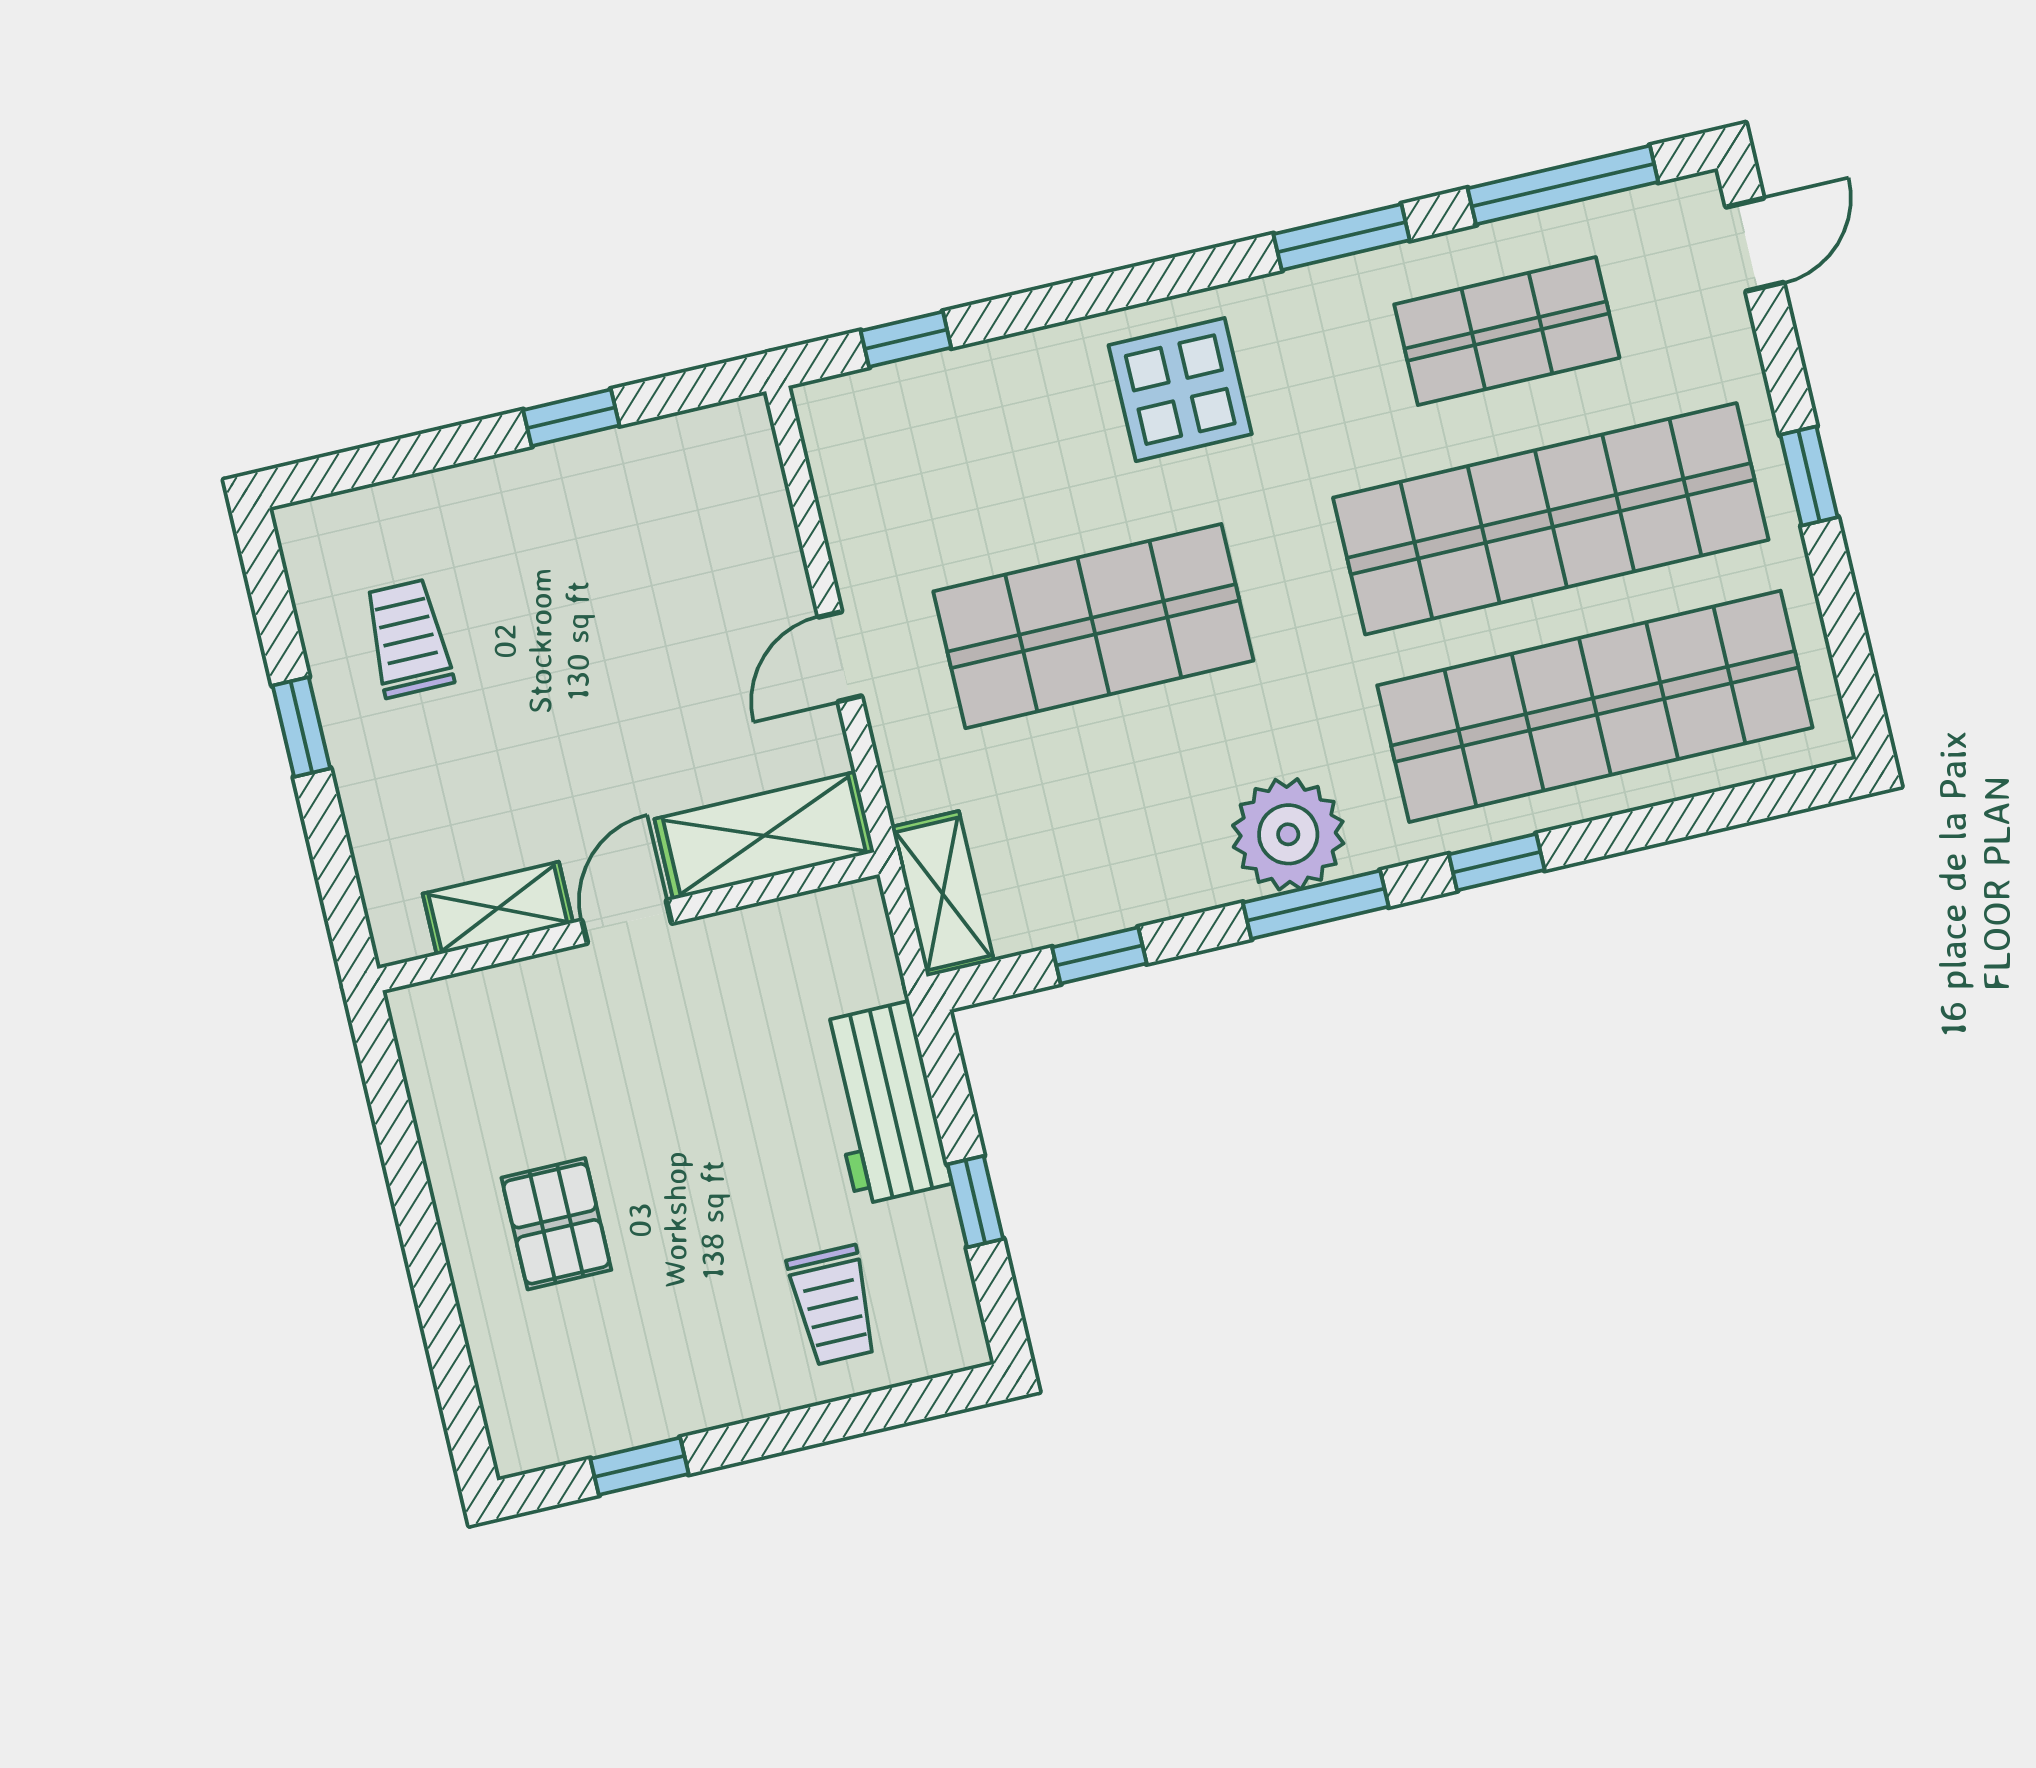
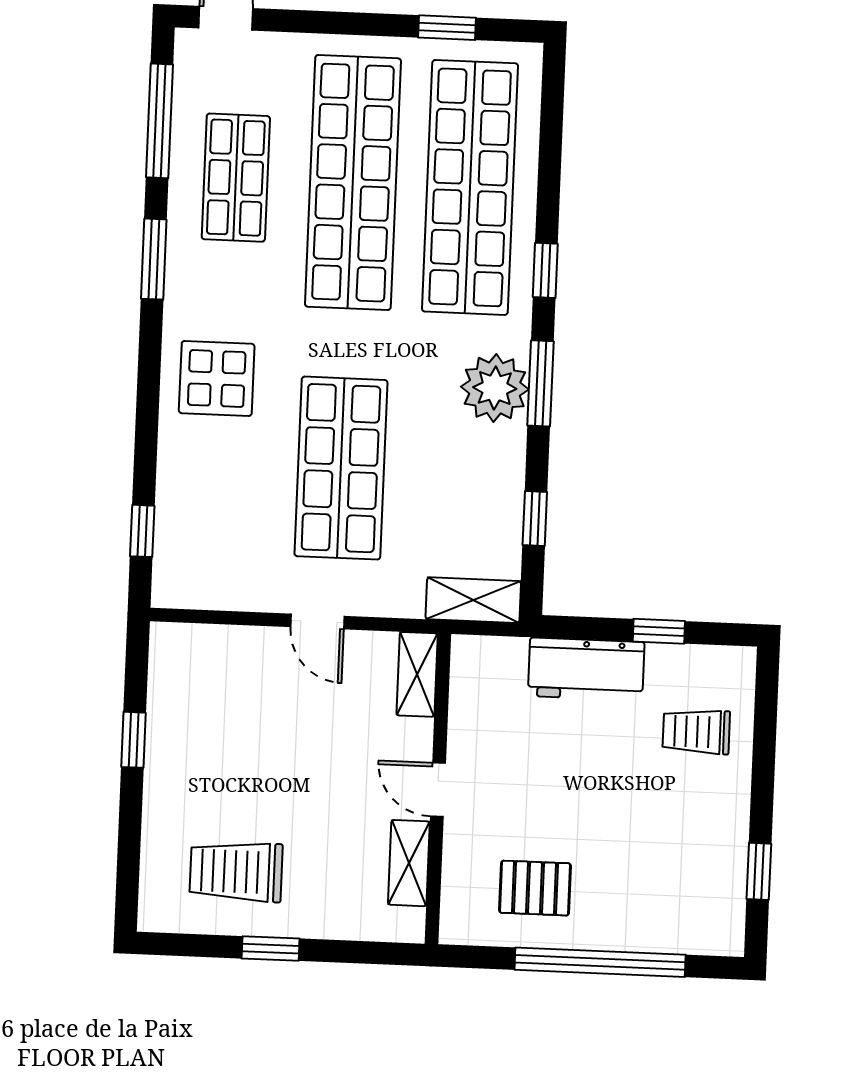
window: (1809, 476) -> (447, 28), moved
trolley: (408, 638) -> (236, 872), width x1.36, depth x1.39
shelving: (764, 836) -> (417, 674), width x0.67, depth x0.75
pallet: (556, 1224) -> (535, 888), moved
window: (425, 1255) -> (600, 962), added
trolley: (833, 1305) -> (696, 732), turned 180

